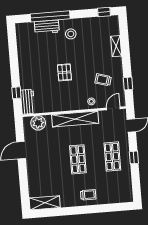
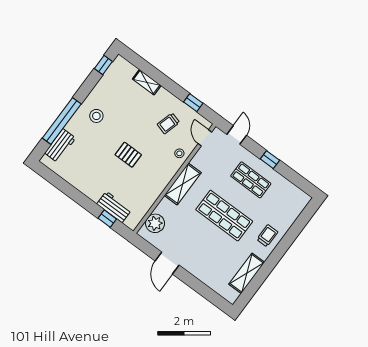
workbench: (47, 27) -> (60, 146), moved
workbench: (28, 102) -> (114, 207), moved
shelving: (75, 119) -> (183, 184), width x0.68
shop shelf: (78, 159) -> (224, 216), width x1.43, depth x1.36
shelving: (45, 203) -> (247, 273), moved

